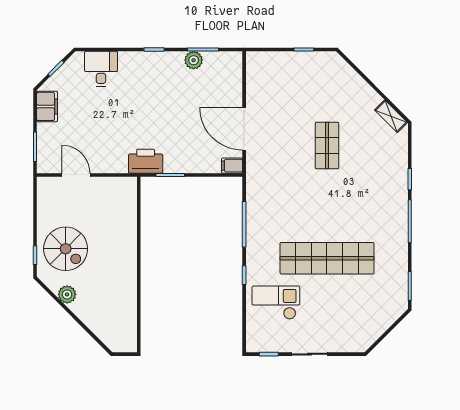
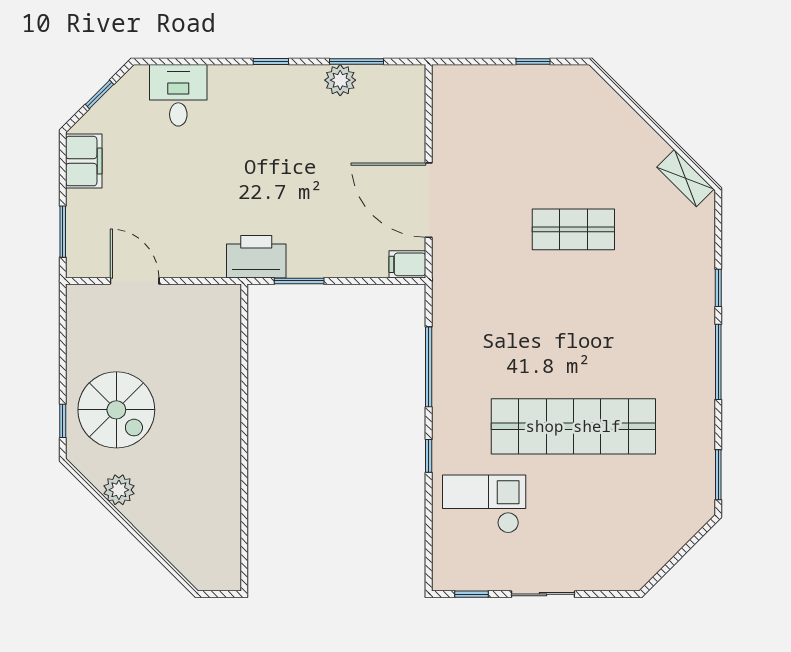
shop shelf: (327, 146) -> (573, 229), turned 90

